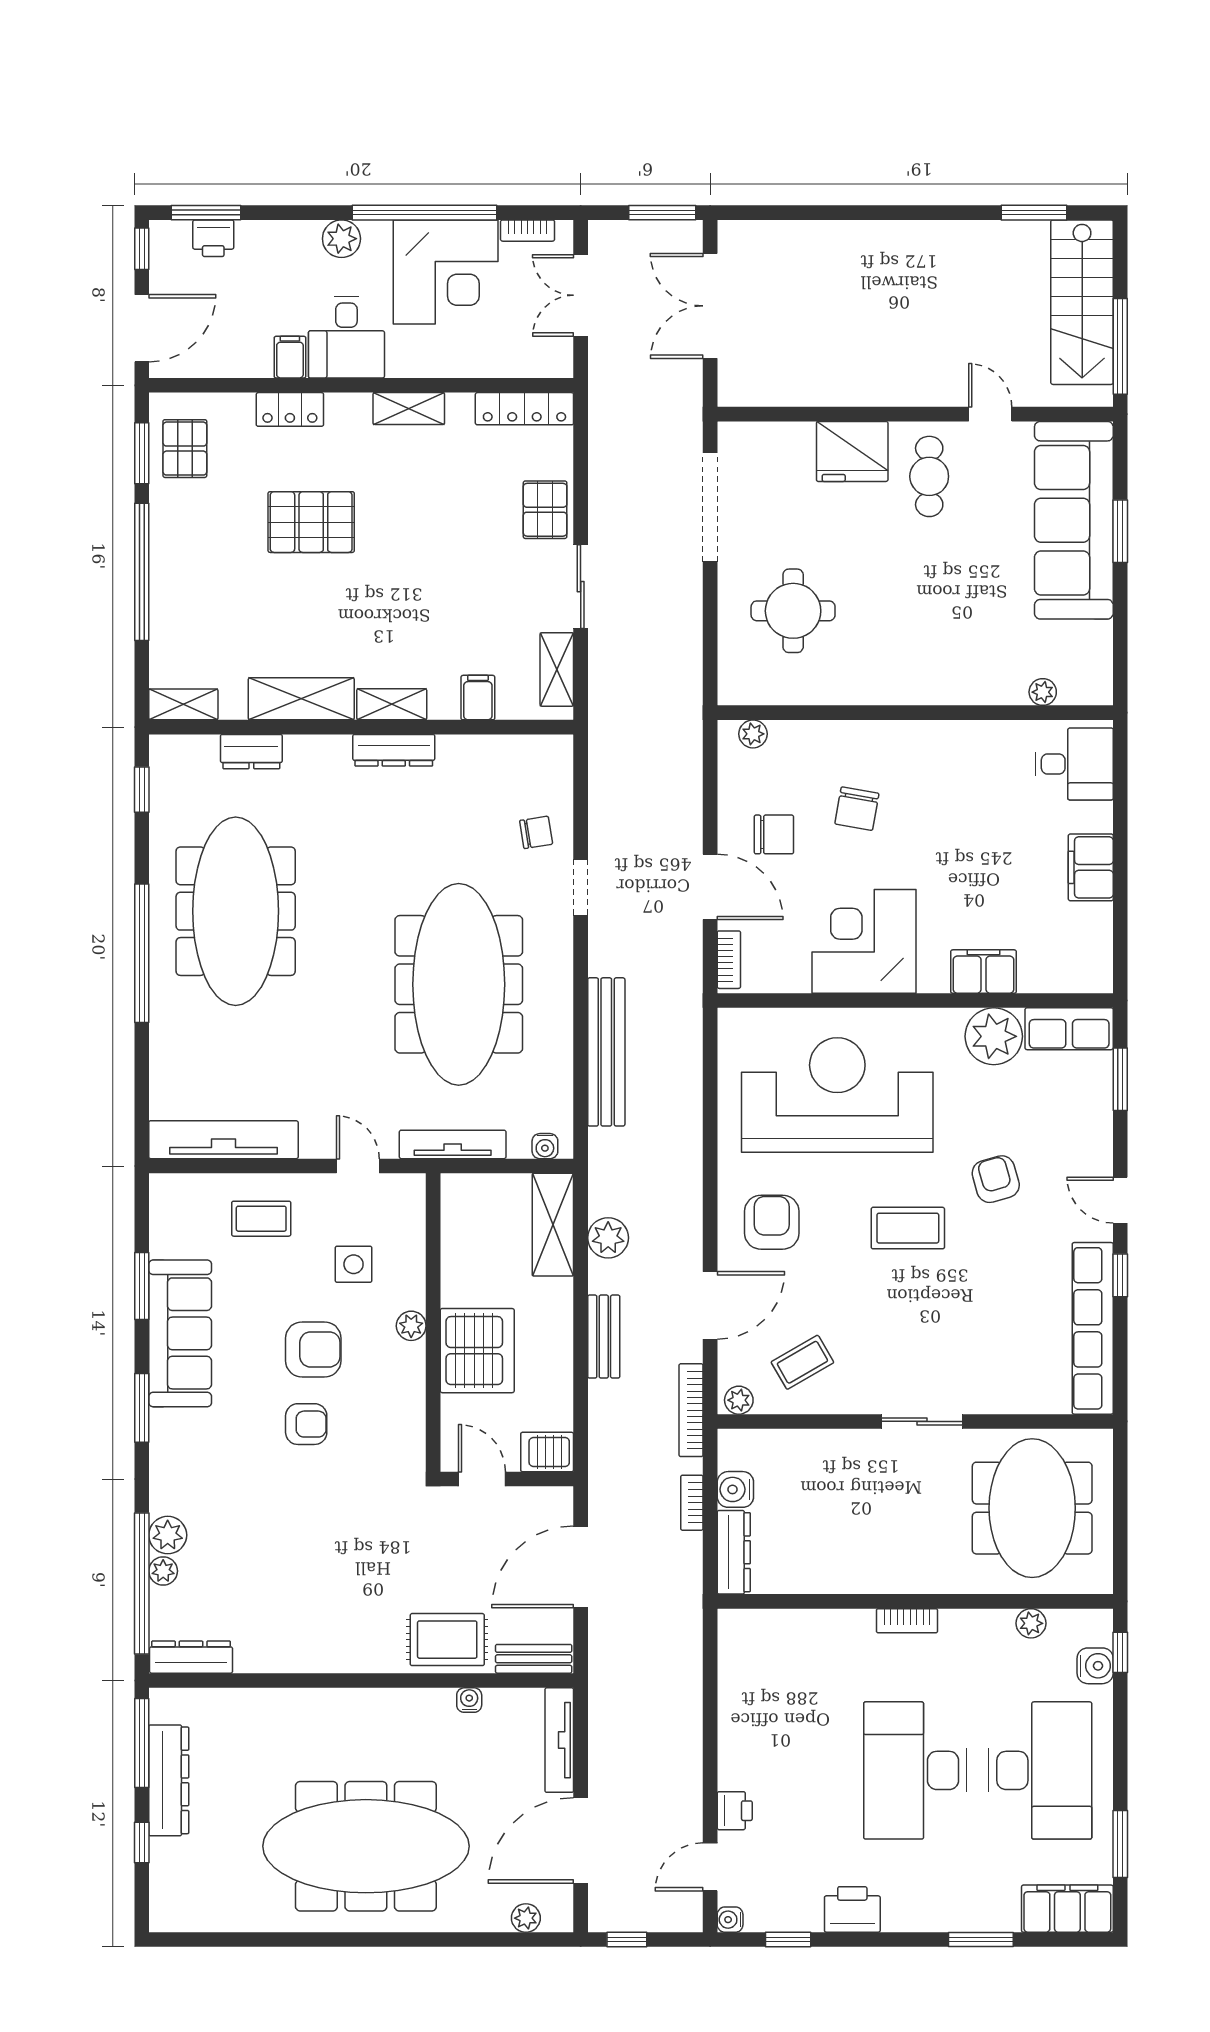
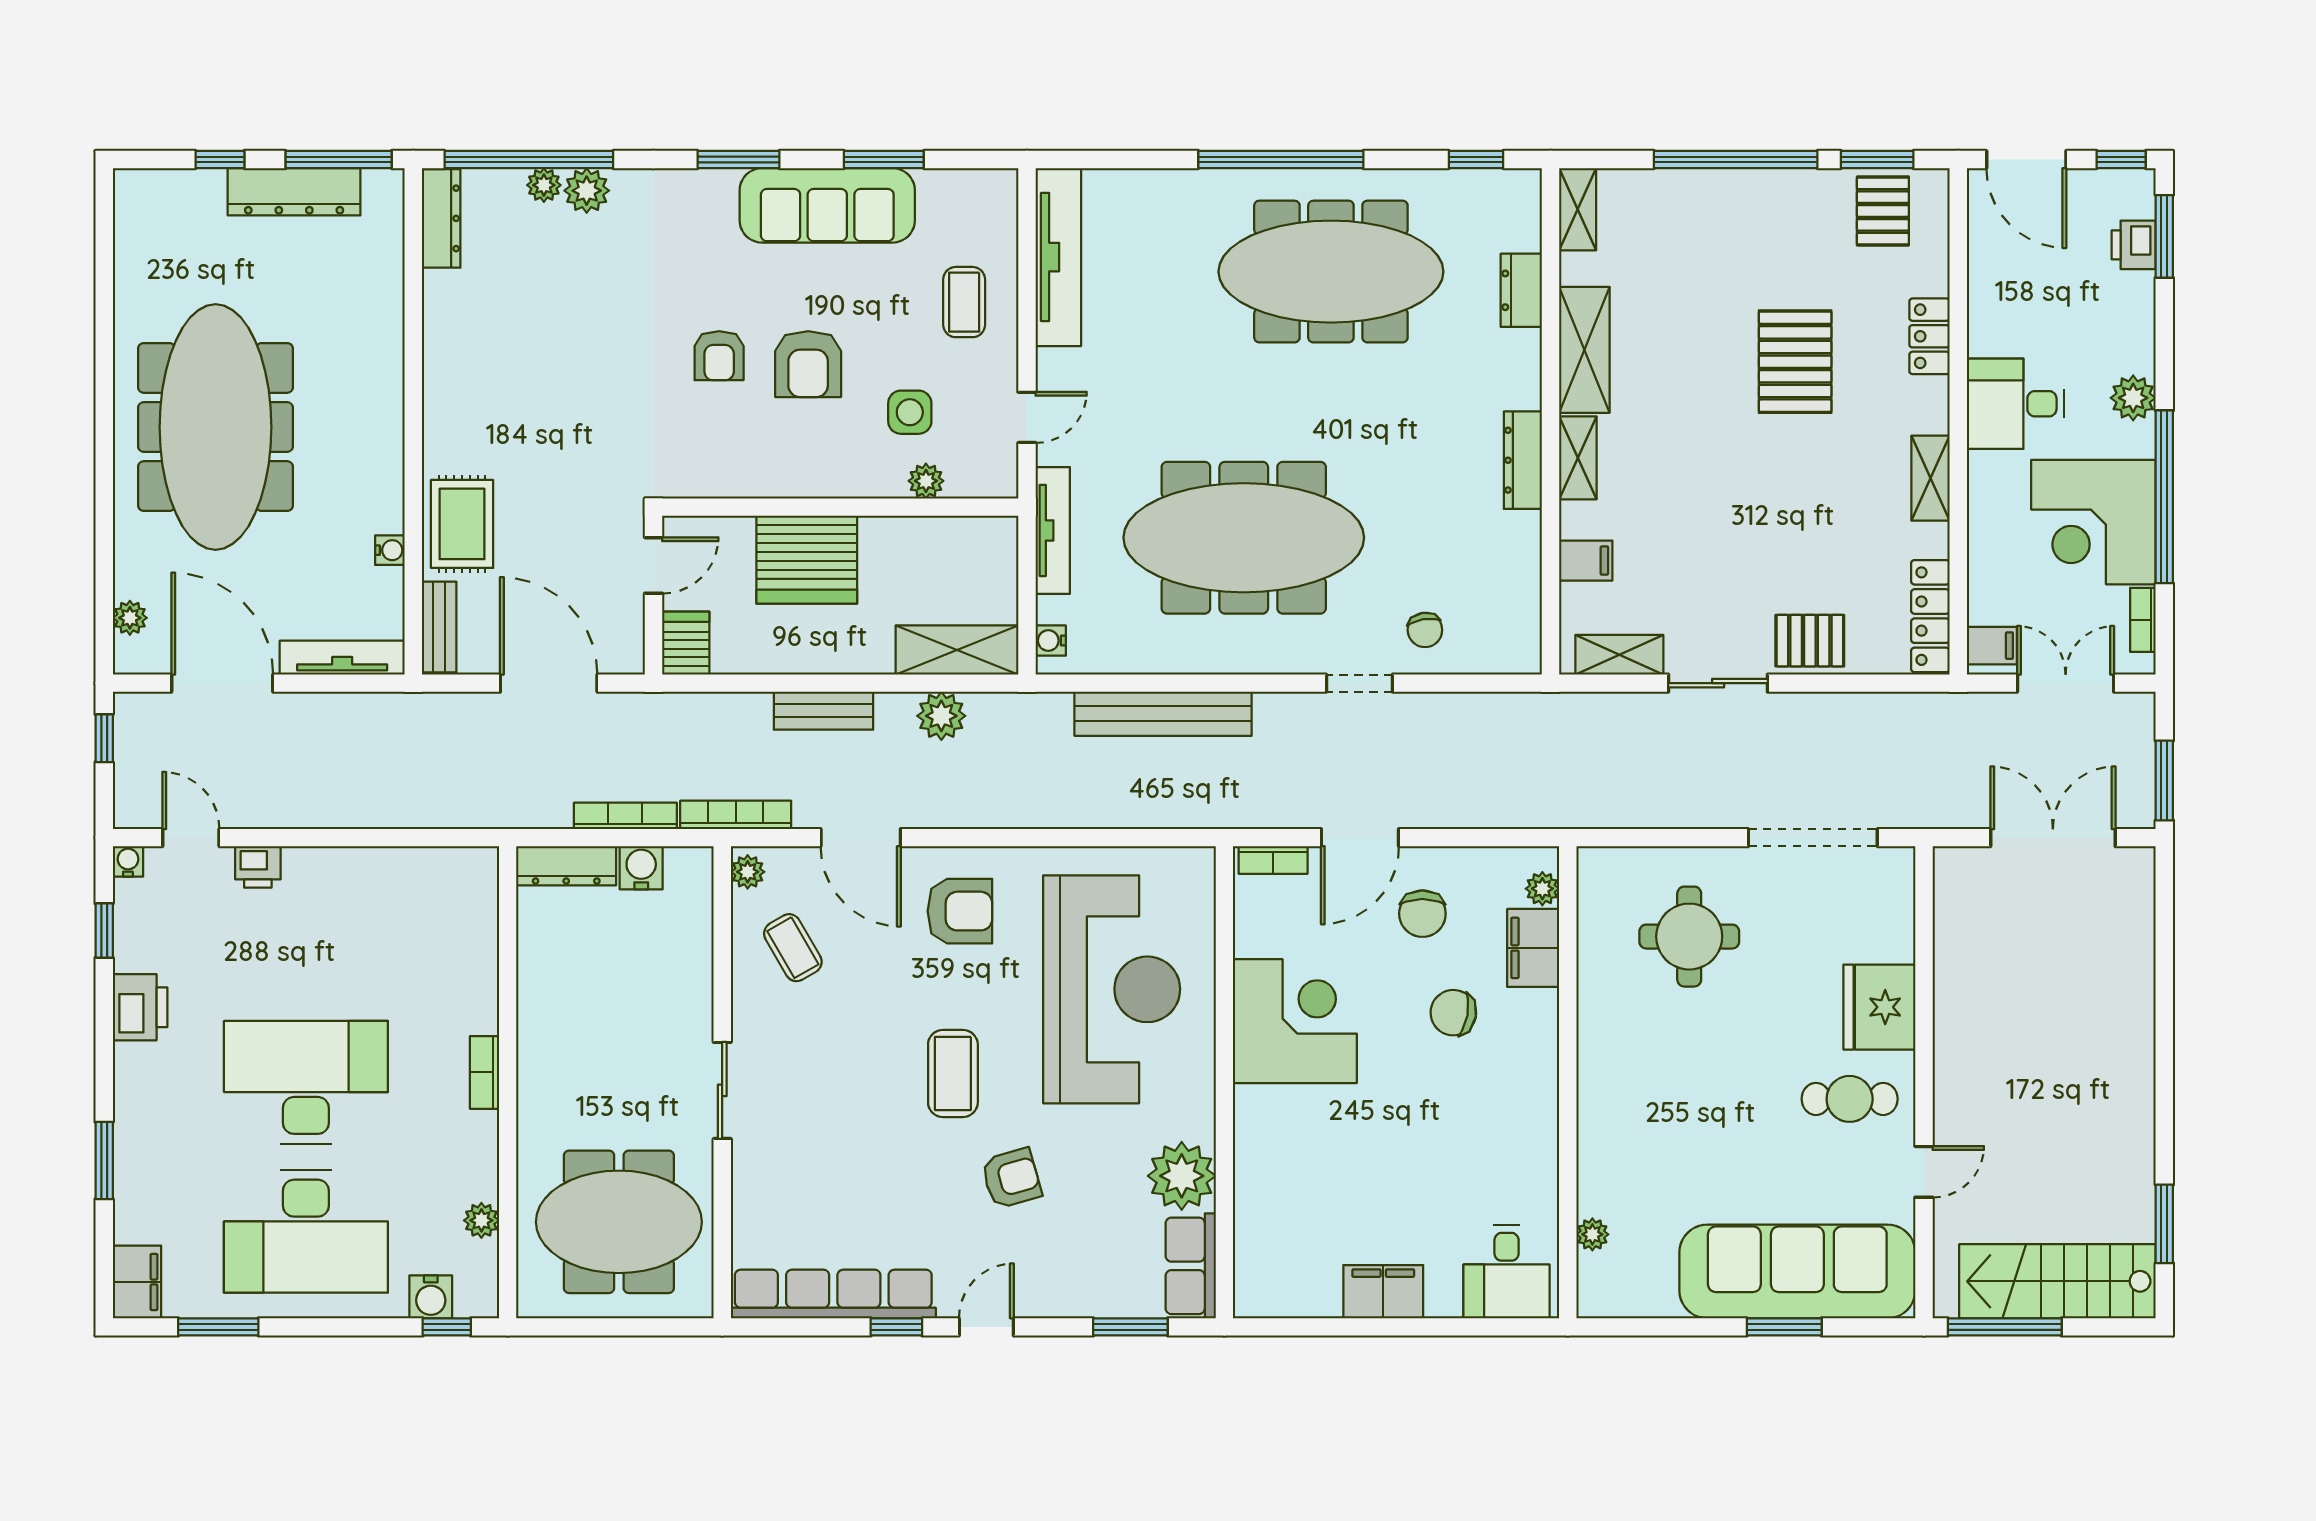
filing cabinet: (290, 357) -> (1992, 646), moved
pallet: (185, 449) -> (1883, 211), turned 90
filing cabinet: (983, 972) -> (1533, 948), moved, turned 180
plant: (411, 1326) -> (926, 481), moved
bookcase: (692, 1503) -> (625, 816), width x1.56
filing cabinet: (1067, 1909) -> (137, 1282), width x0.67, depth x0.86

